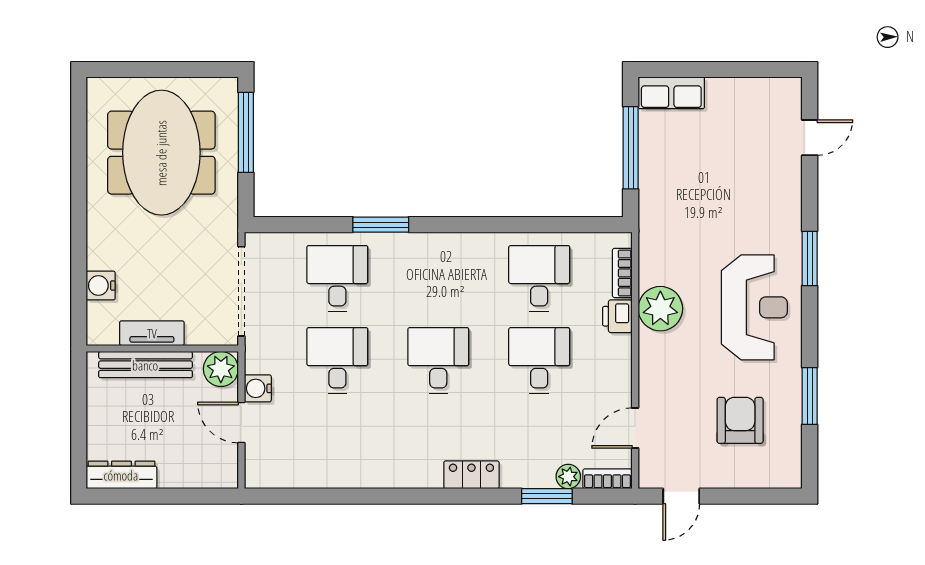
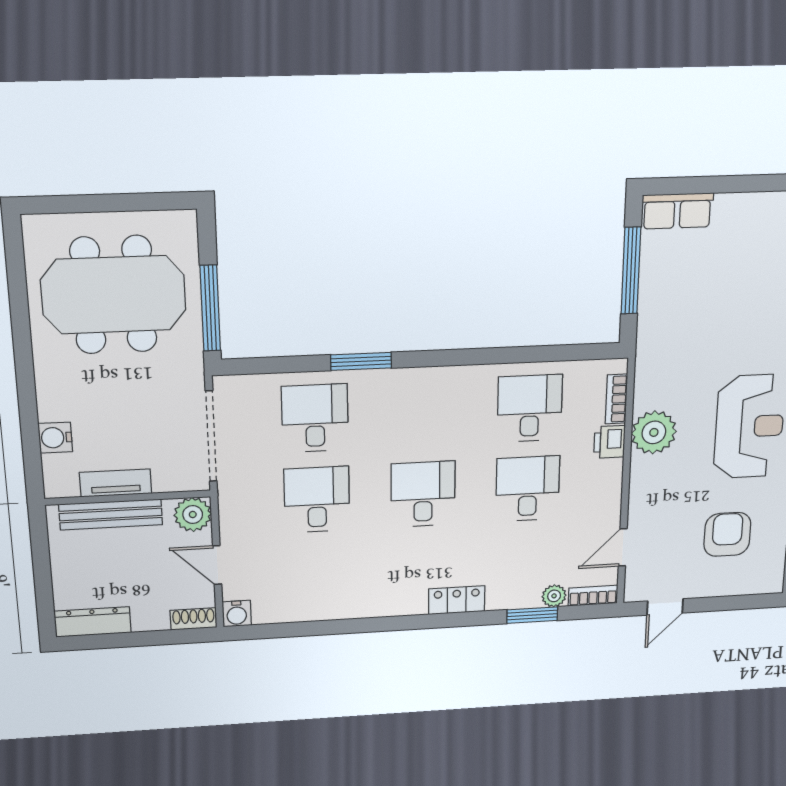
window: (246, 132) -> (210, 308), moved
meeting table: (161, 153) -> (114, 295), turned 90
water cooler: (258, 388) -> (237, 614), moved, turned -90
shoe rack: (217, 478) -> (194, 619), added

